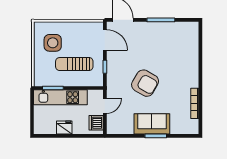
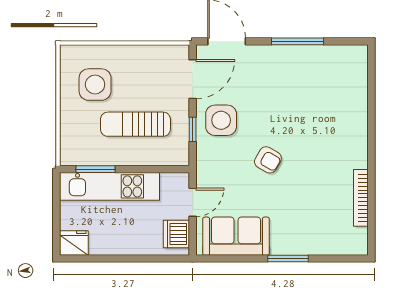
door: (105, 40) -> (193, 79), hinge flipped
side table: (120, 62) -> (221, 120), added
armchair: (145, 83) -> (268, 160), width x0.53, depth x0.53
sofa: (152, 124) -> (236, 236), moved
fridge: (64, 128) -> (74, 243), moved

